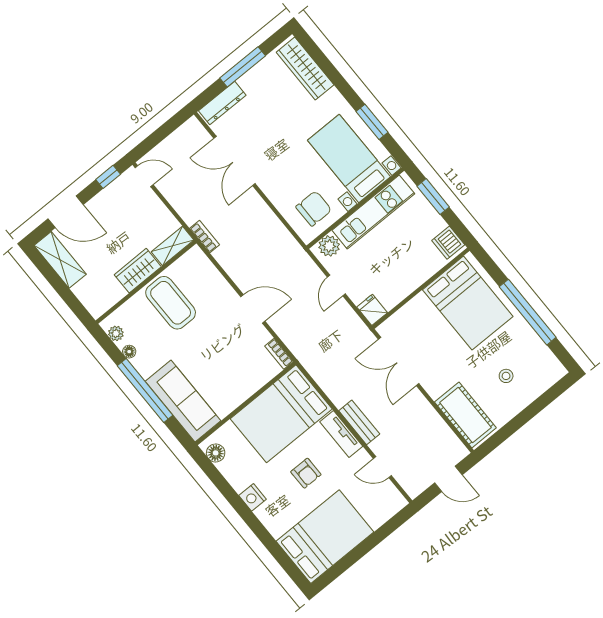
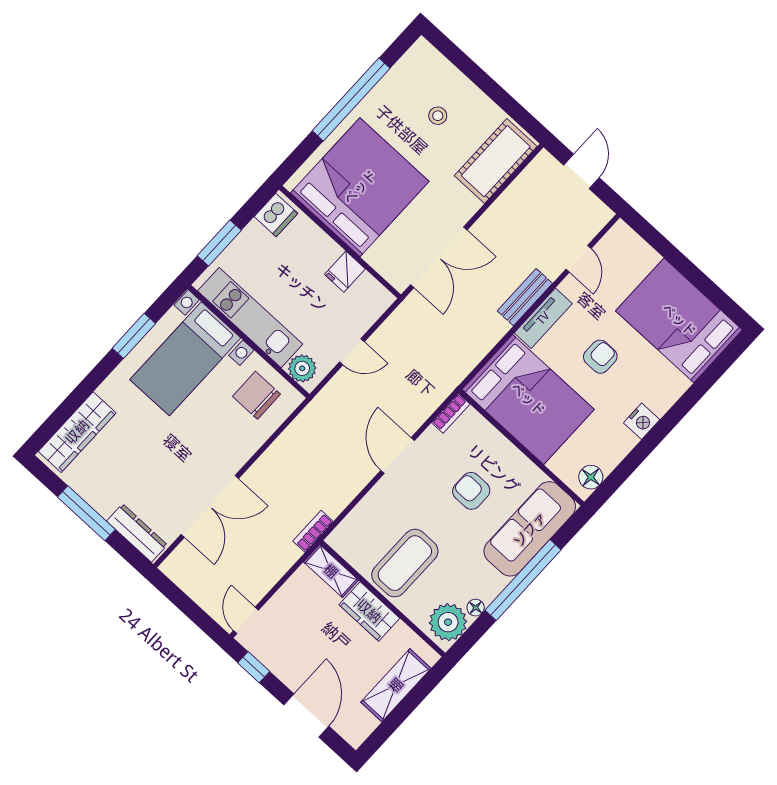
shelving: (60, 260) -> (396, 685), moved
bed: (468, 303) -> (360, 187), width x1.36
fridge: (372, 310) -> (345, 272), moved
plant: (116, 333) -> (448, 622), width x1.87, depth x1.87
armchair: (218, 361) -> (471, 491), added

